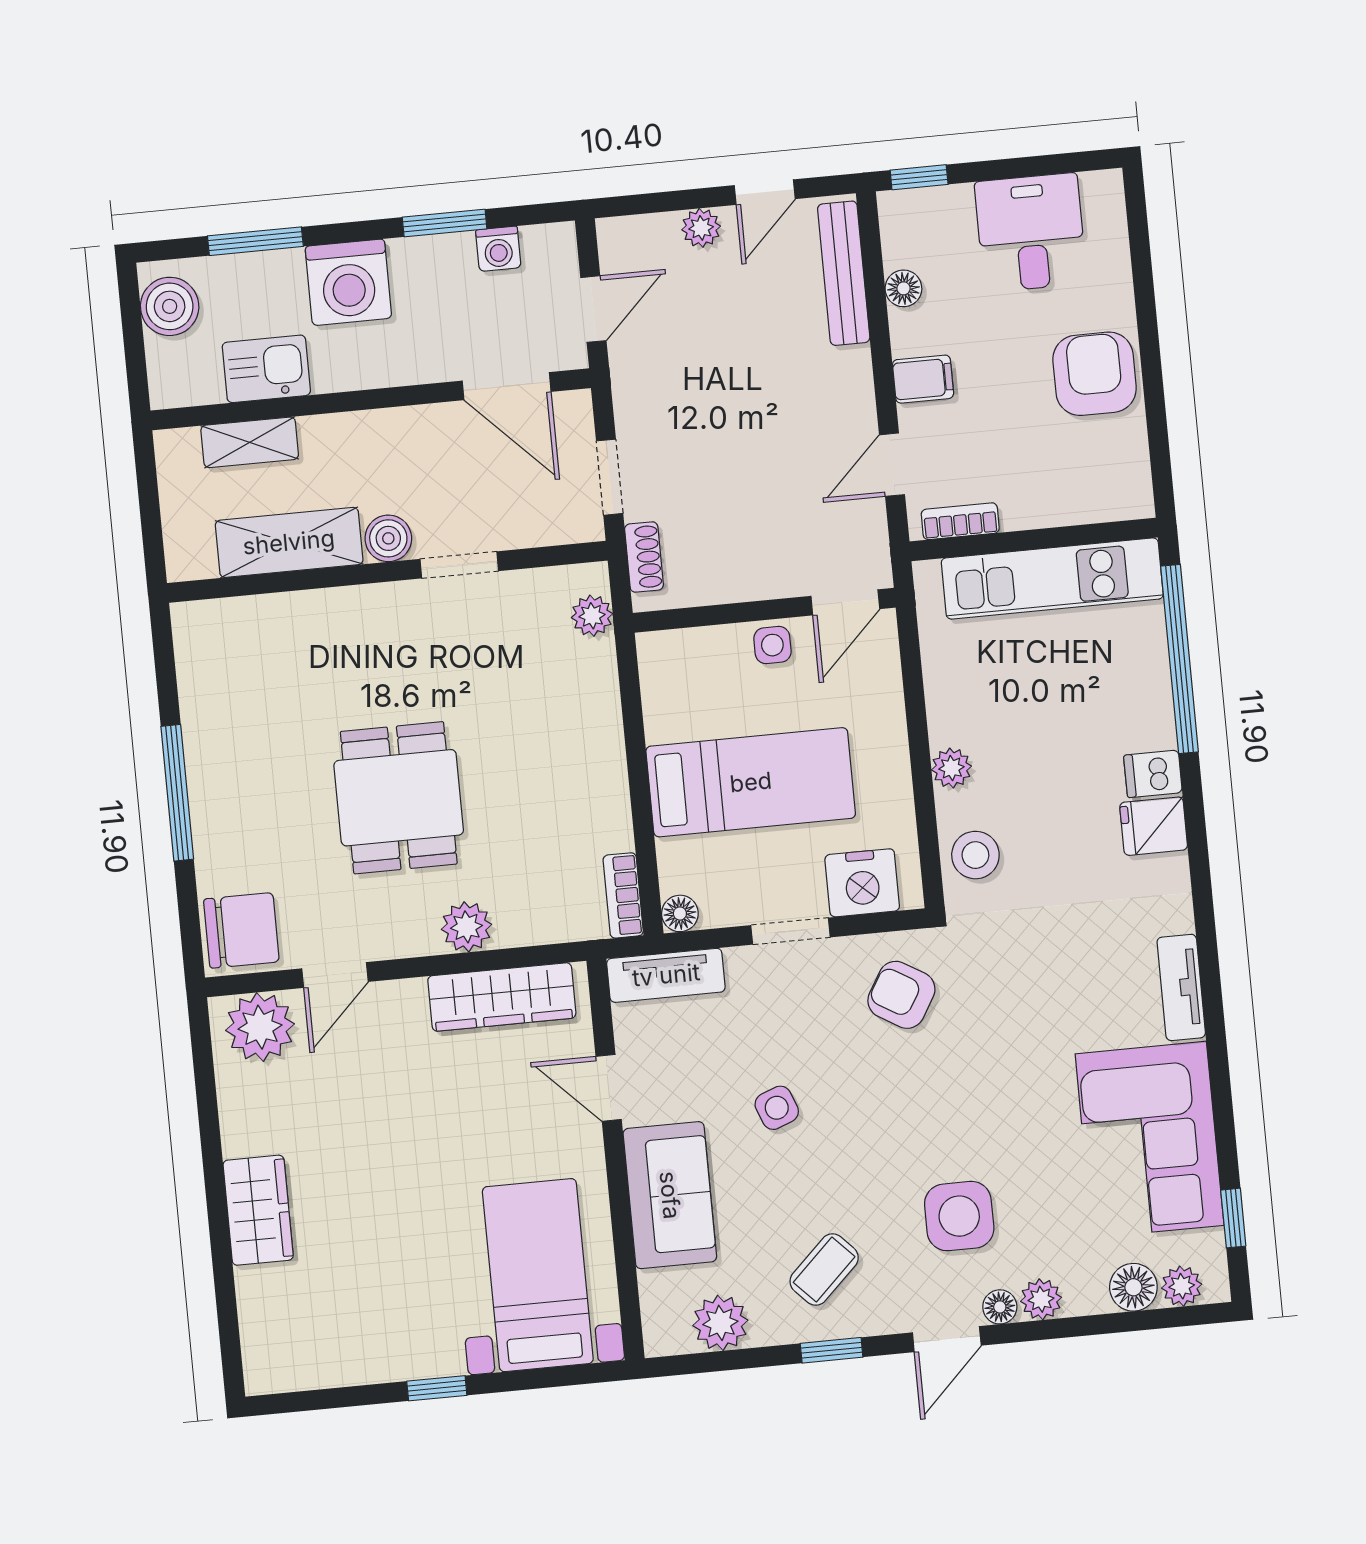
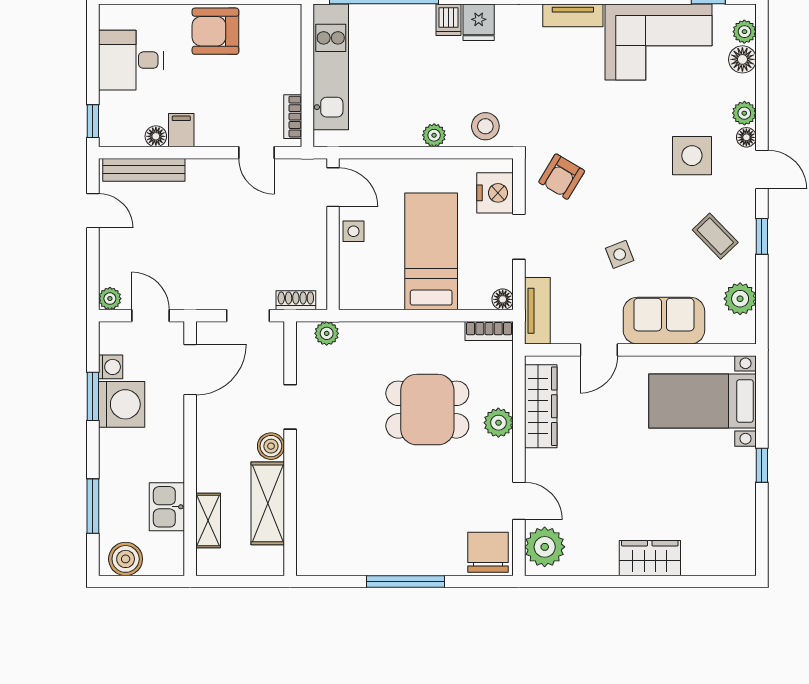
plant: (701, 228) -> (110, 299), moved
washing machine: (348, 282) -> (122, 404), moved
filing cabinet: (923, 379) -> (181, 130), moved
dining table: (399, 798) -> (427, 410), moved

